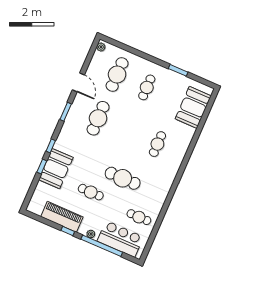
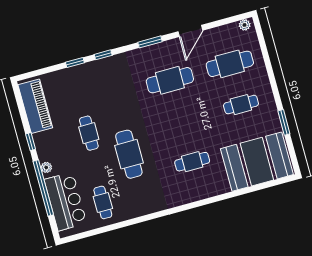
booth: (193, 107) -> (257, 162), width x1.36, depth x1.42
booth: (56, 169) -> (84, 79), removed
piano: (62, 217) -> (35, 106), moved

